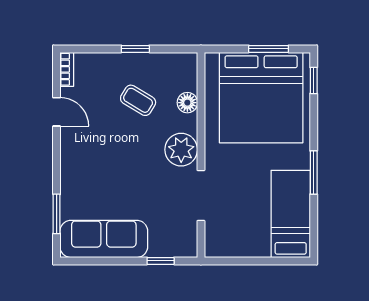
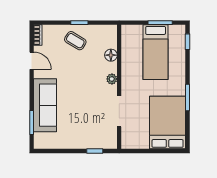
bed: (261, 98) -> (156, 52), width x0.49
coffee table: (138, 100) -> (75, 41), moved
plant: (181, 150) -> (112, 79), width x0.53, depth x0.53
bed: (291, 214) -> (168, 123), width x1.50
sofa: (104, 239) -> (45, 105), moved, turned 90

